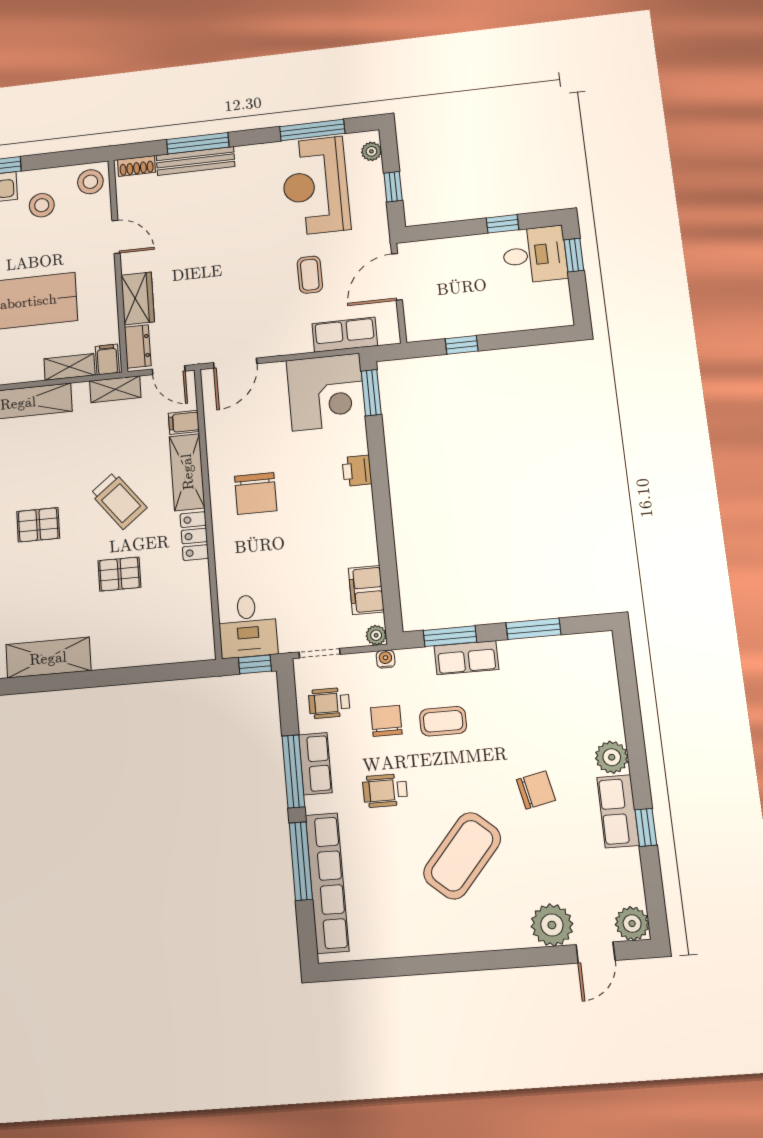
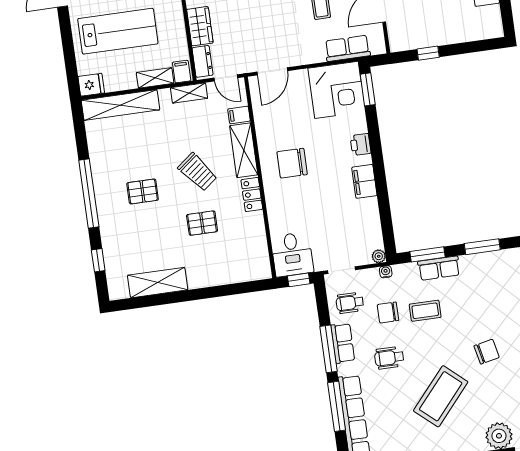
chair: (256, 493) -> (292, 163), turned 90
filing cabinet: (366, 590) -> (364, 181), moved
chair: (386, 721) -> (388, 313), turned -90

